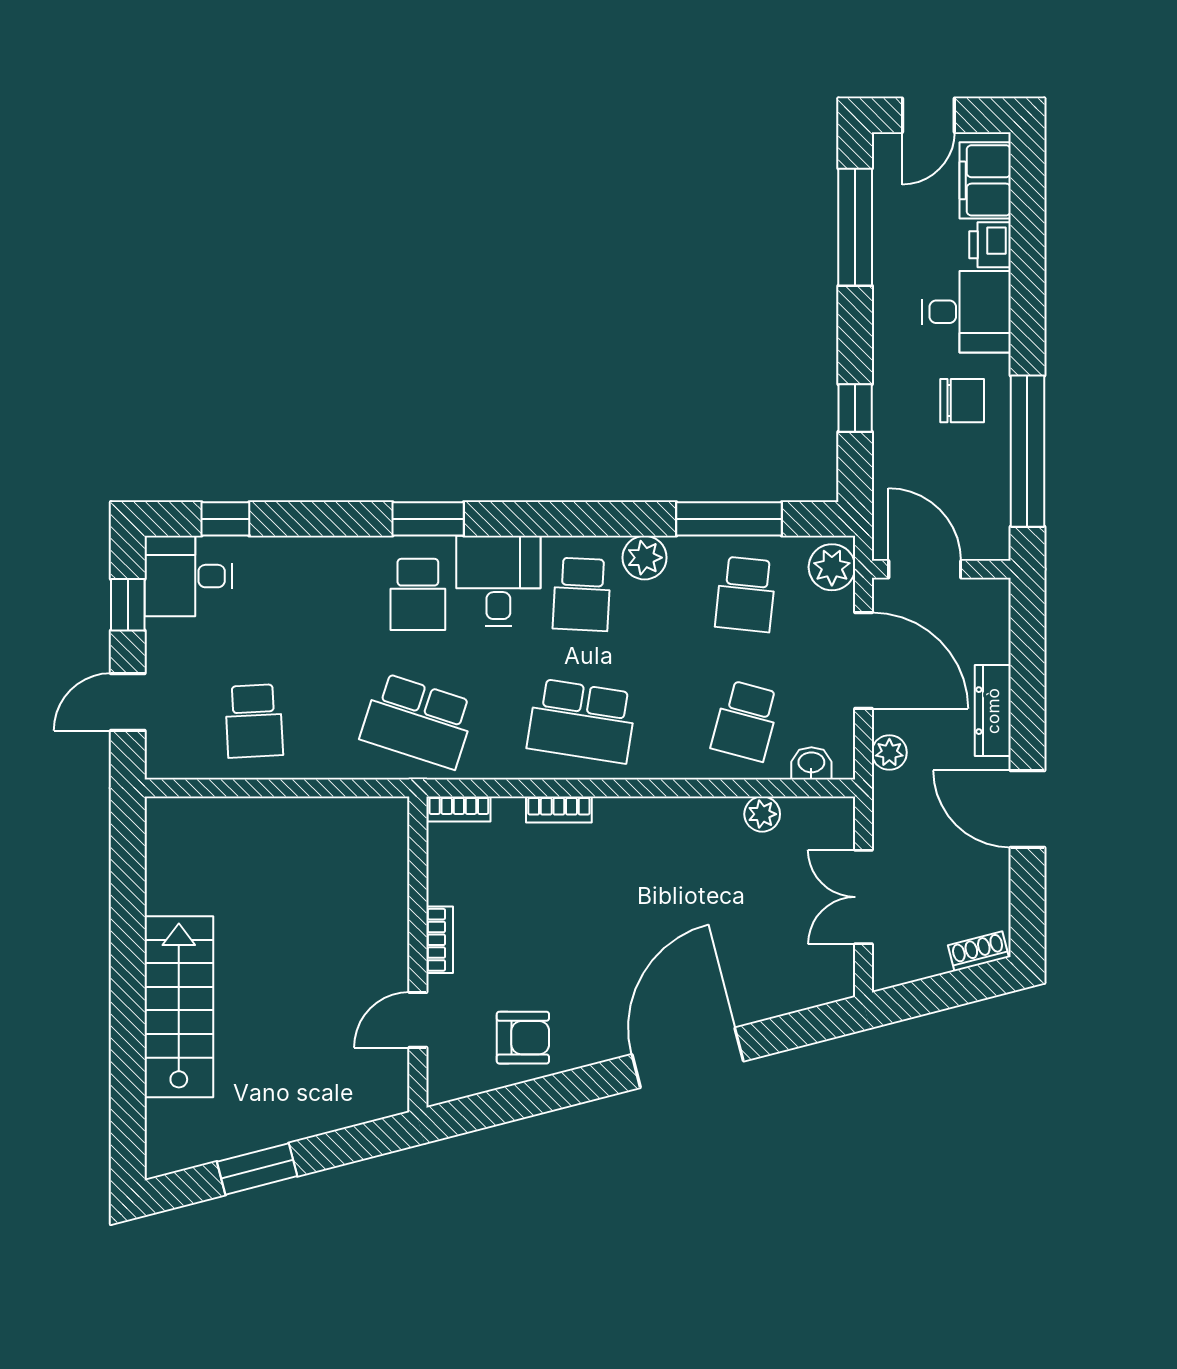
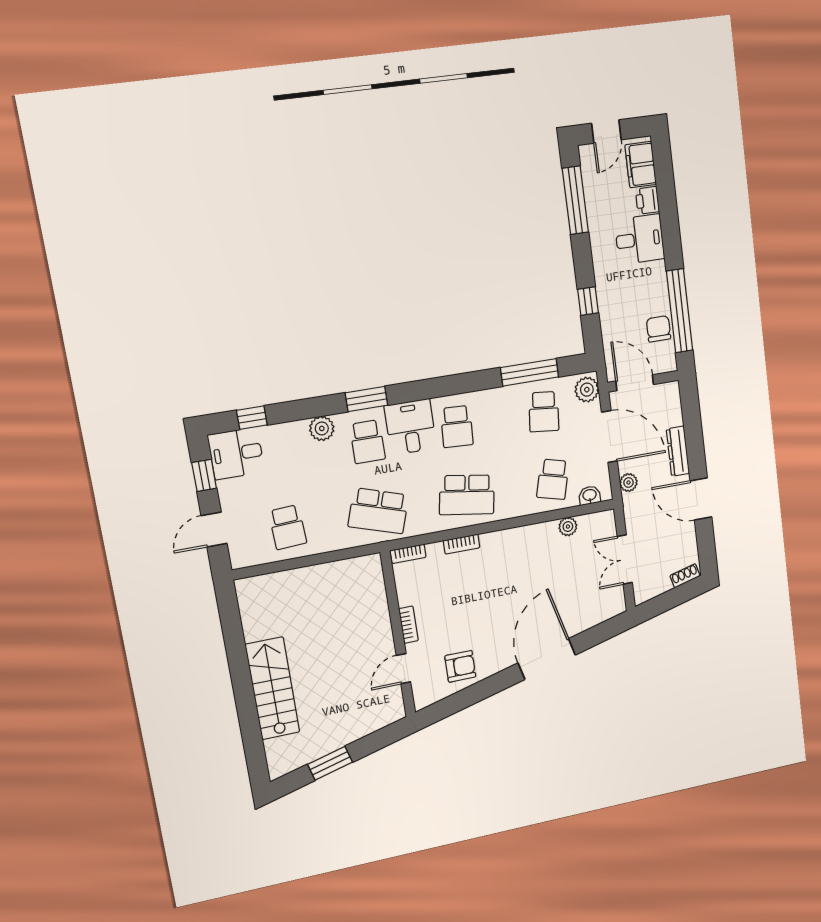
chair: (962, 401) -> (659, 329), moved, turned -90
plant: (645, 558) -> (322, 428), moved

